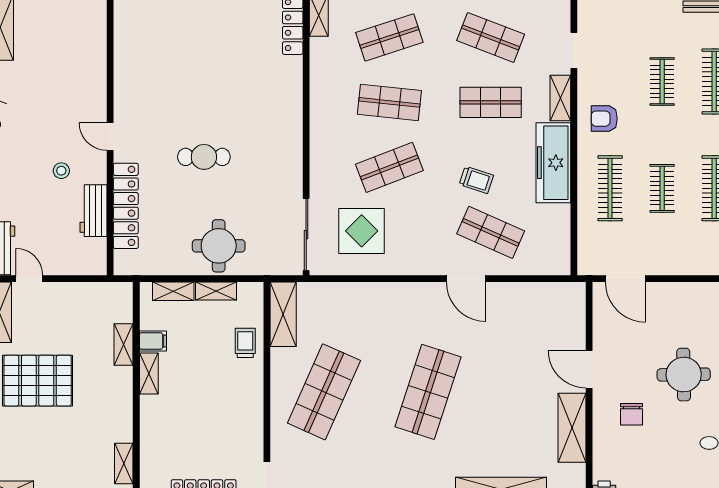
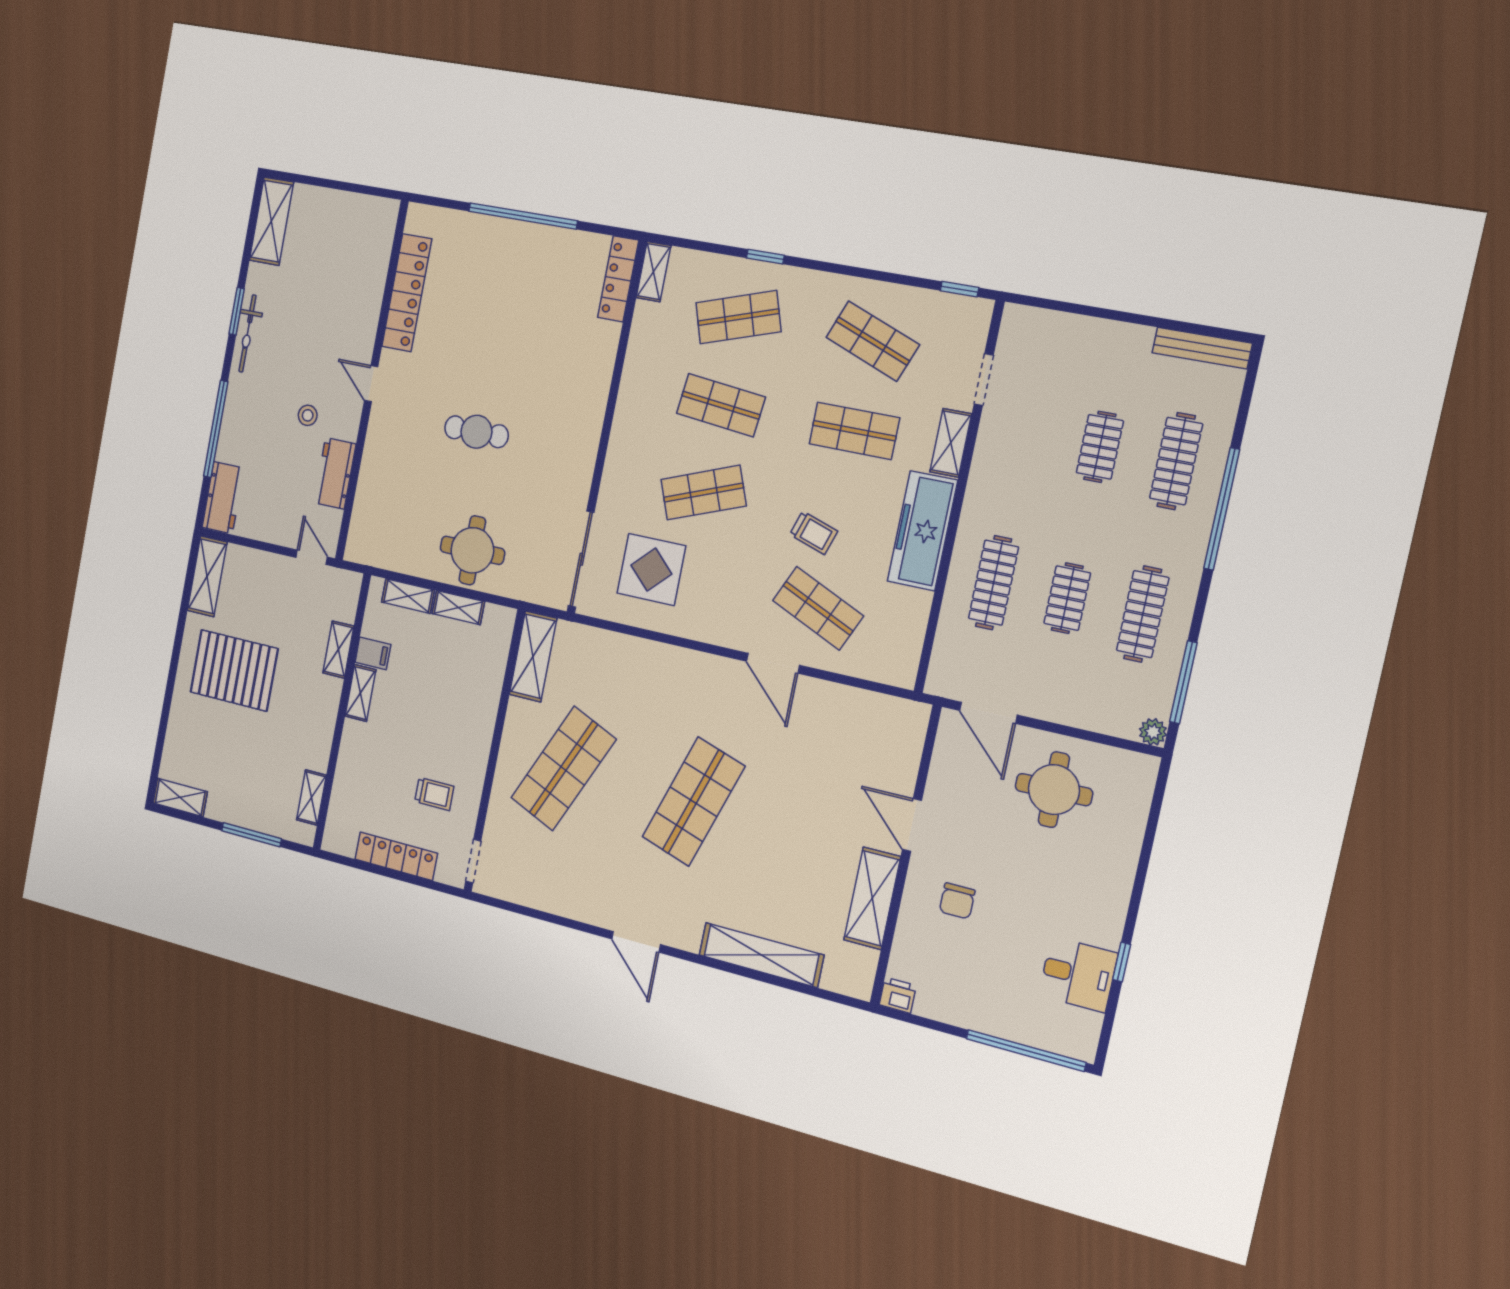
armchair: (604, 119) -> (1006, 484), removed
locker: (126, 206) -> (407, 293), moved
door: (29, 279) -> (312, 557), moved
trolley: (245, 343) -> (434, 794), moved, turned 90
round table: (684, 375) -> (1054, 790), moved

